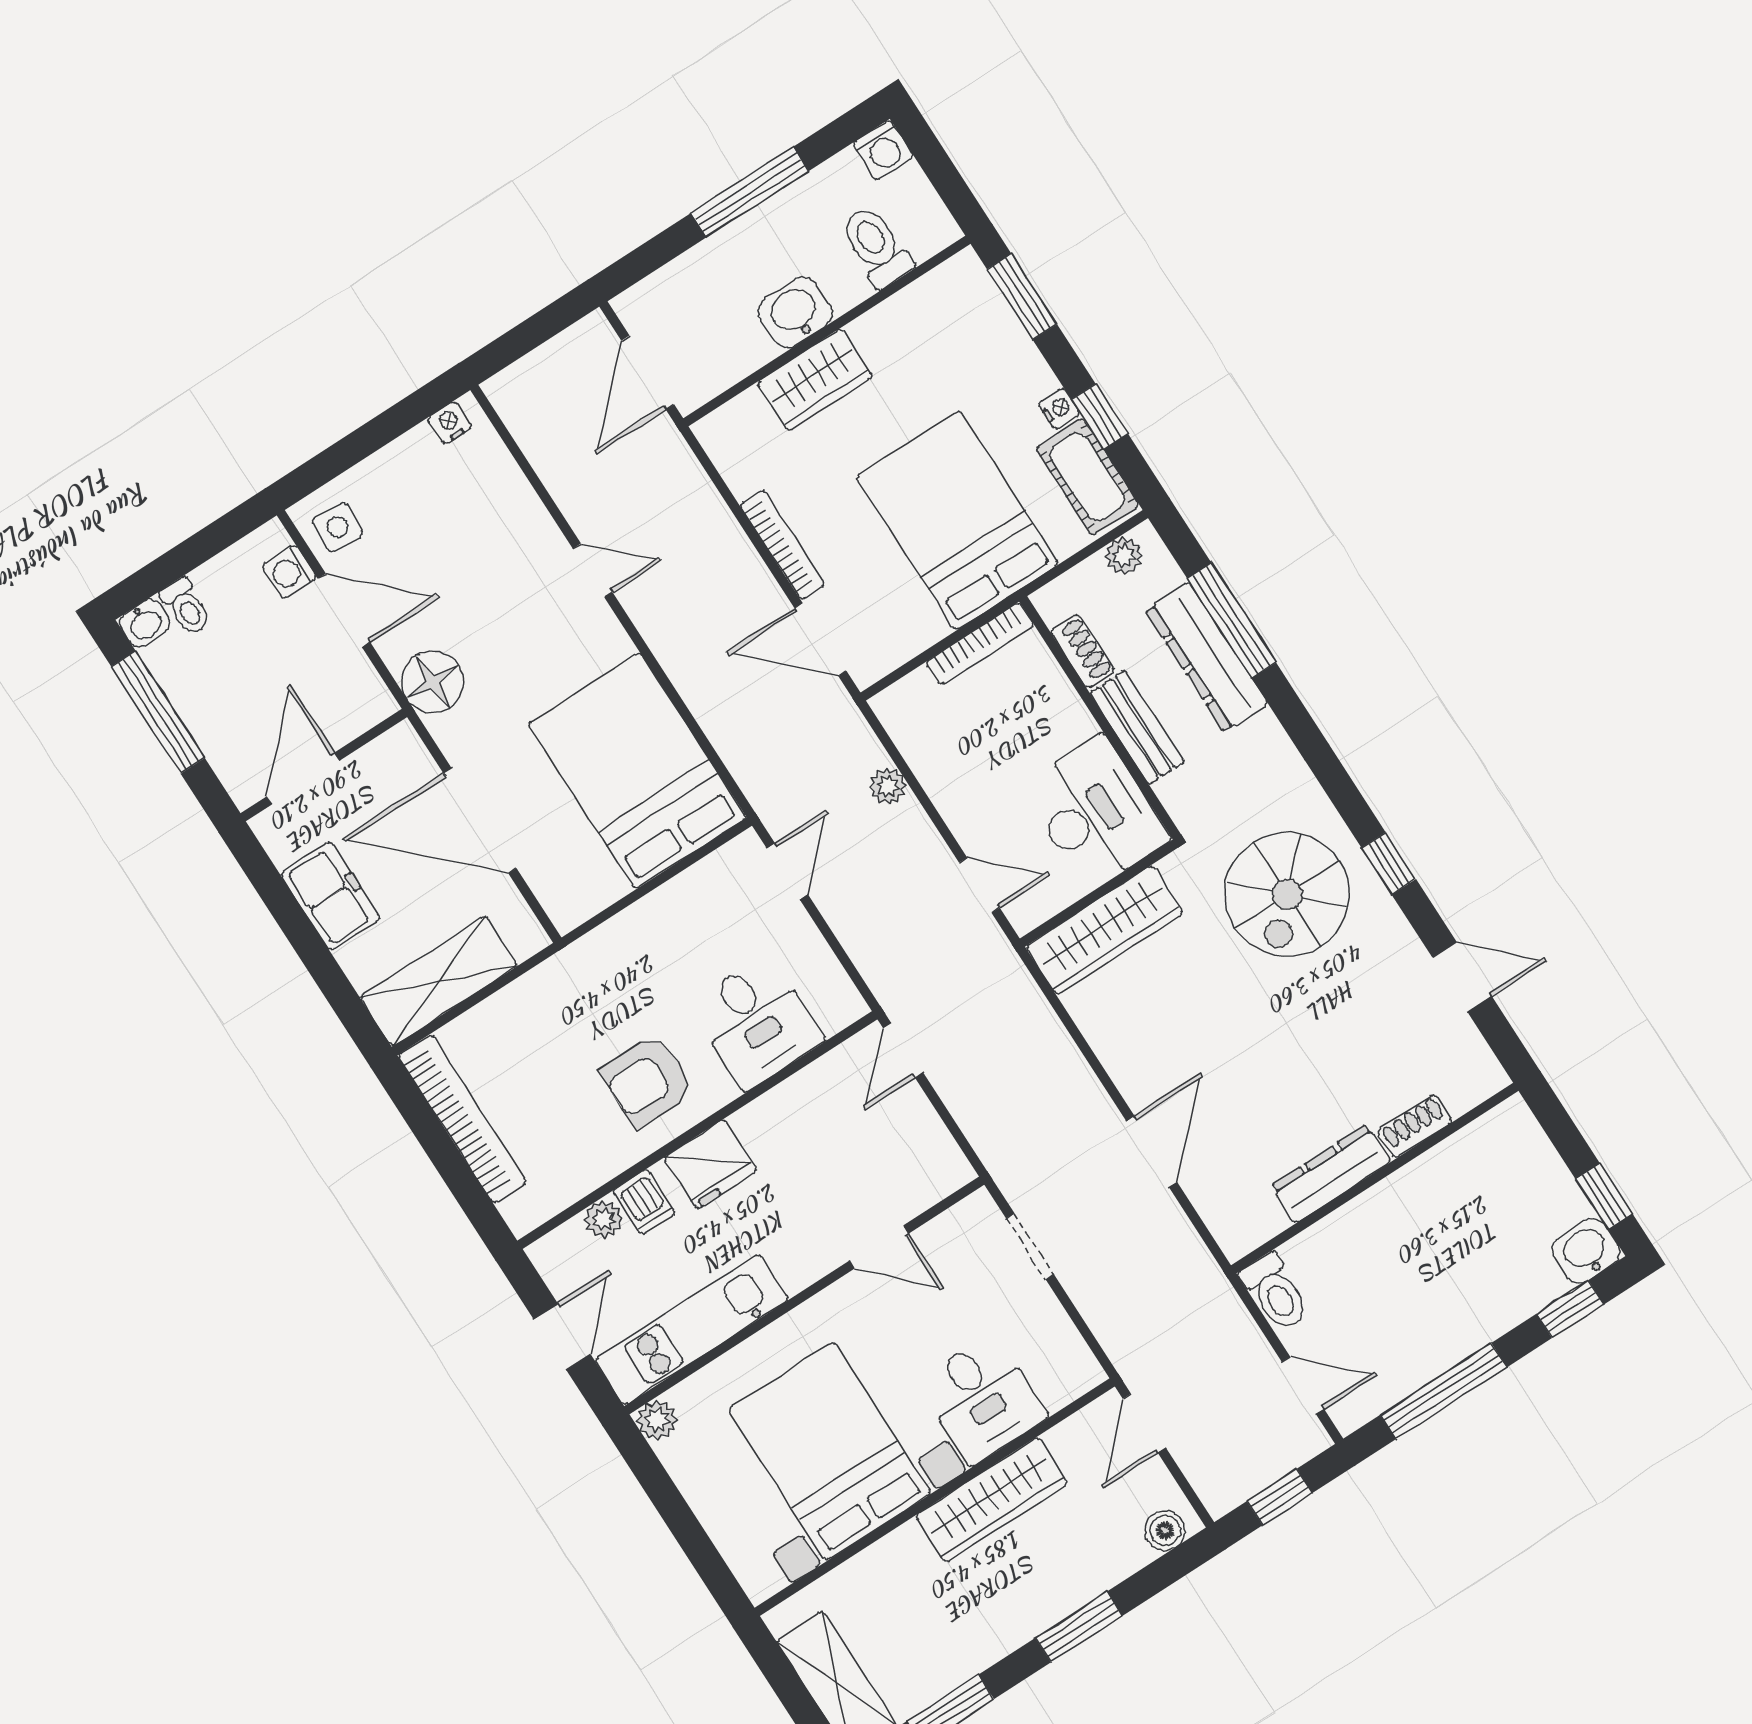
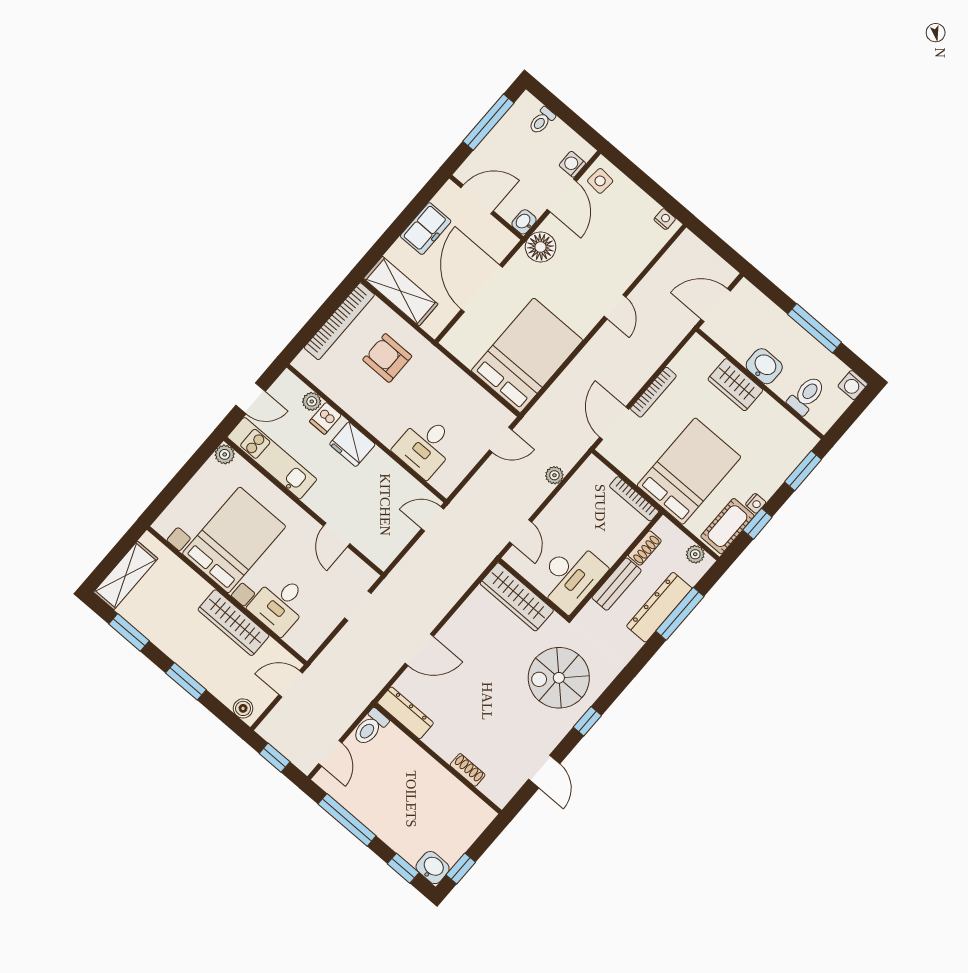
washbasin: (145, 623) -> (524, 222), moved, turned 90
armchair: (647, 1081) -> (387, 358), moved
dresser: (1331, 1174) -> (405, 713), moved

